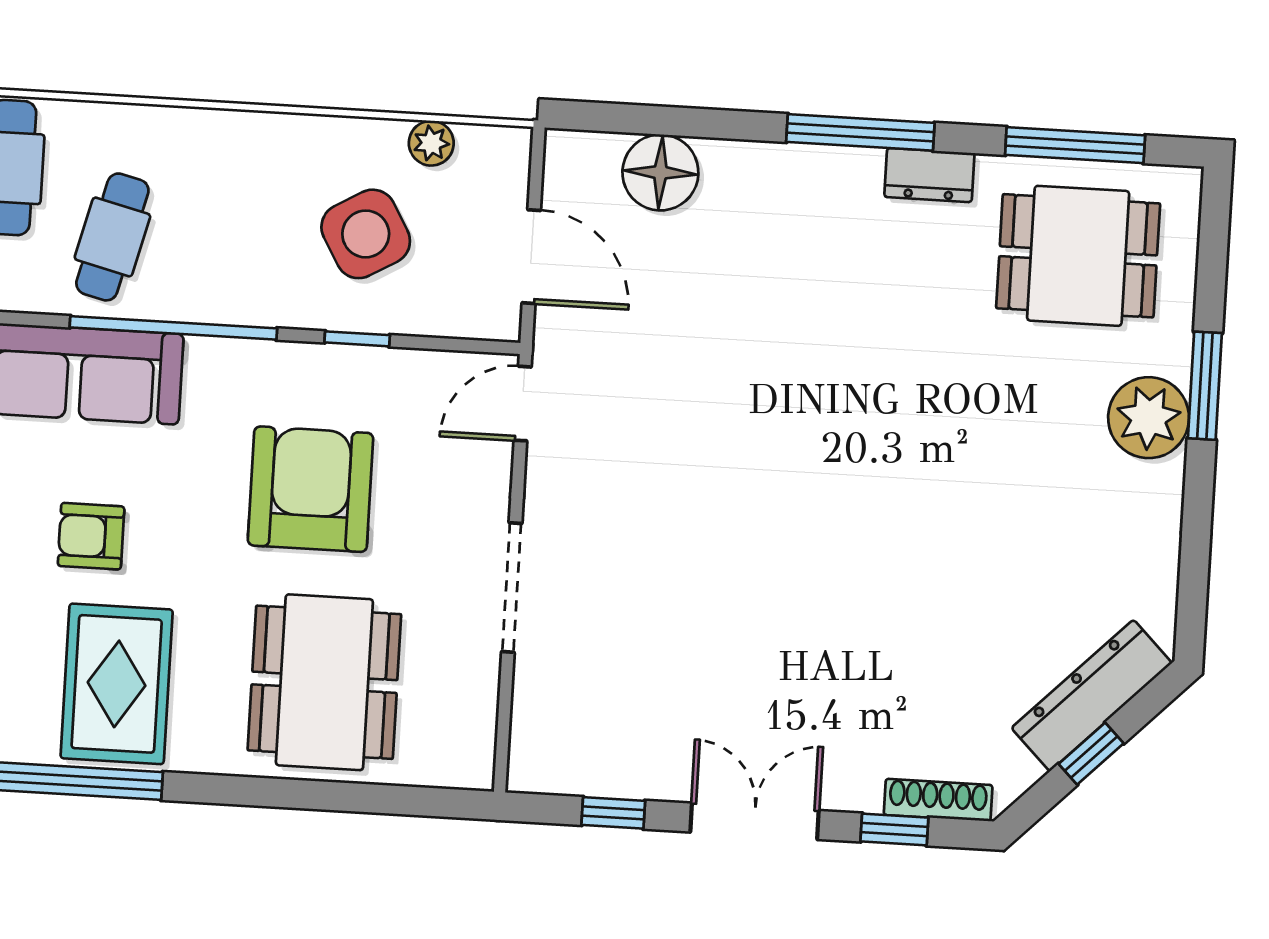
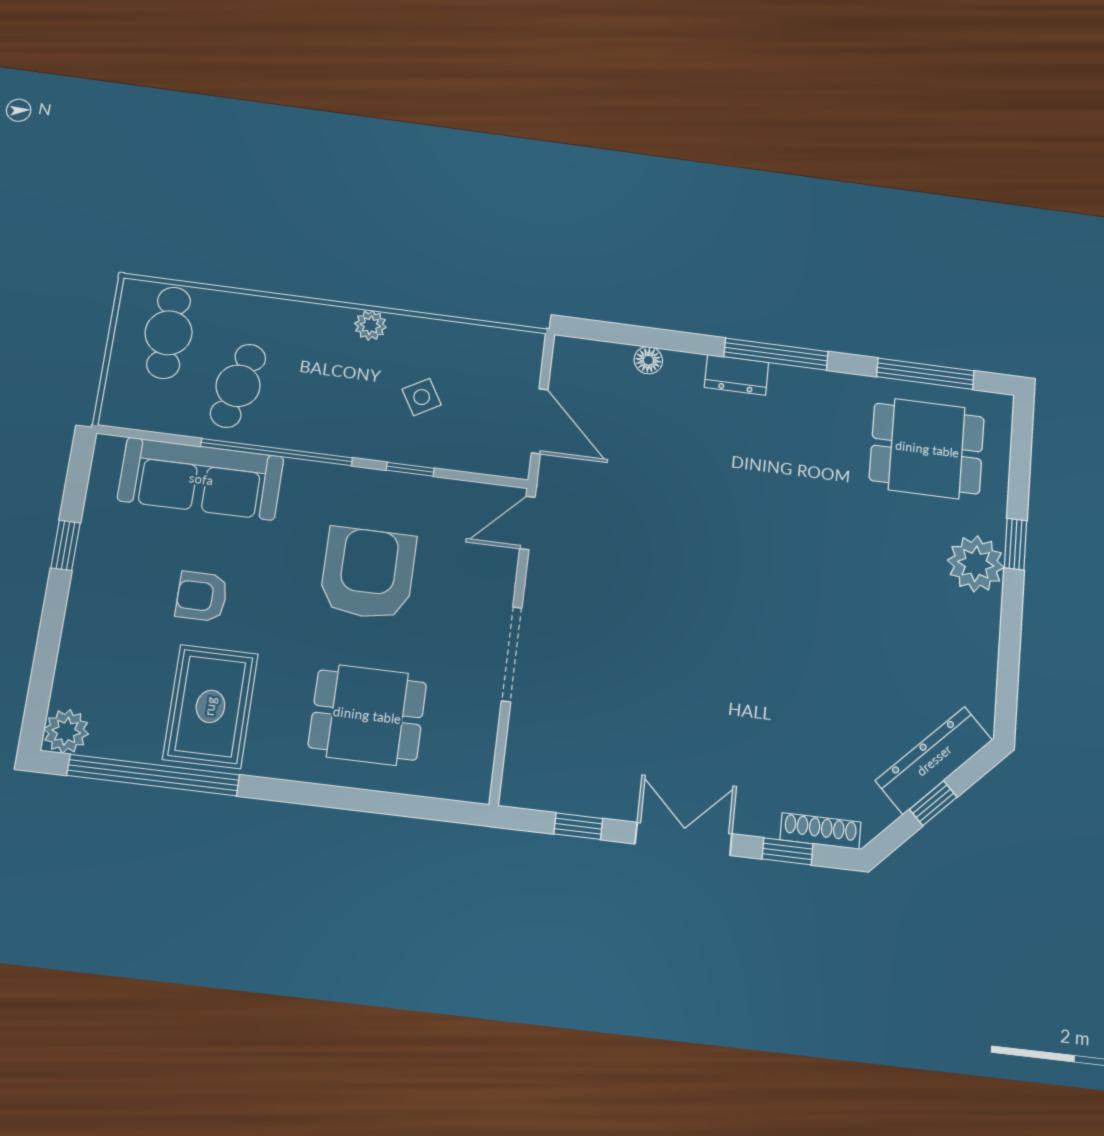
plant: (431, 143) -> (370, 325), moved
floor lamp: (660, 172) -> (648, 360), width x0.53, depth x0.53
dresser: (929, 175) -> (737, 375), moved
side table: (366, 234) -> (422, 397), width x0.54, depth x0.54
window: (1205, 386) -> (1016, 544), width x0.67
dining table: (324, 682) -> (367, 715), width x0.73

